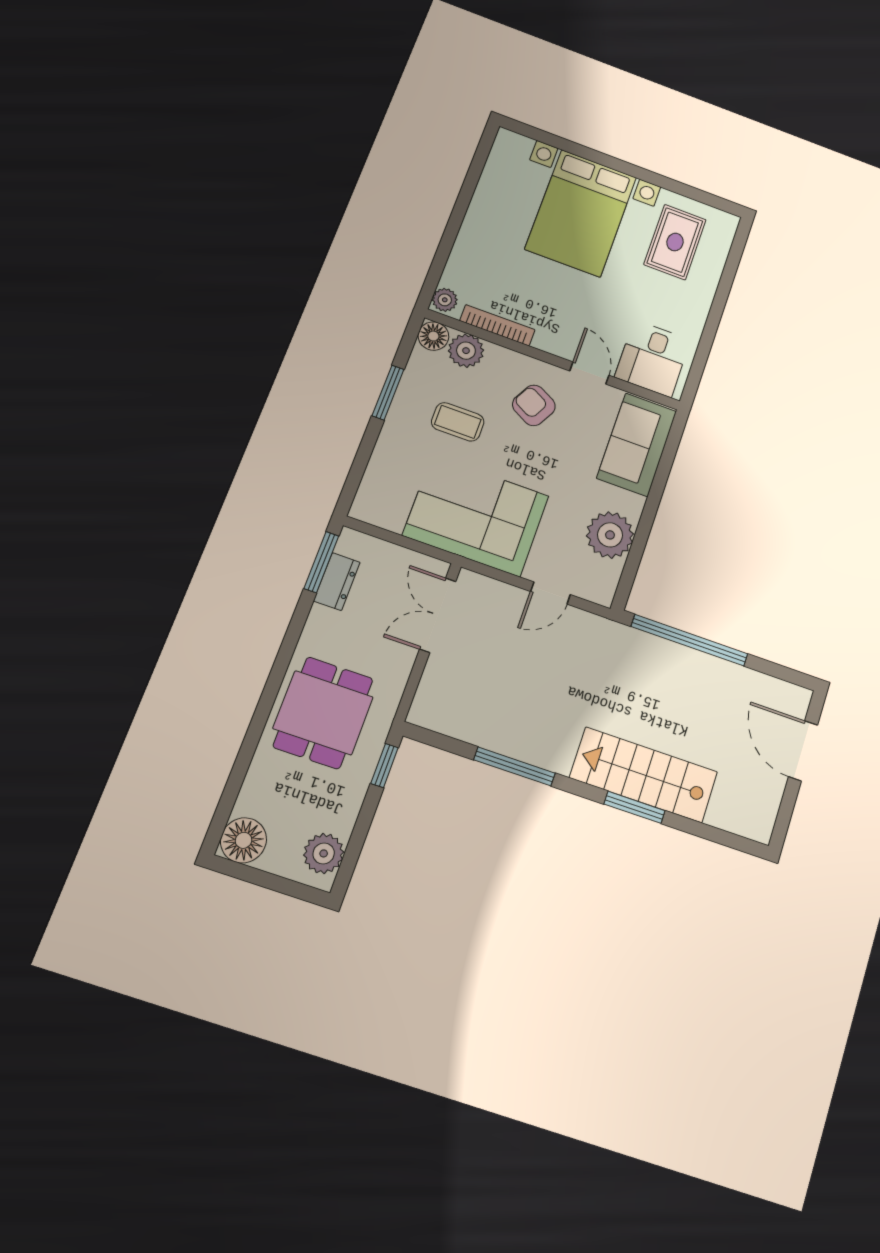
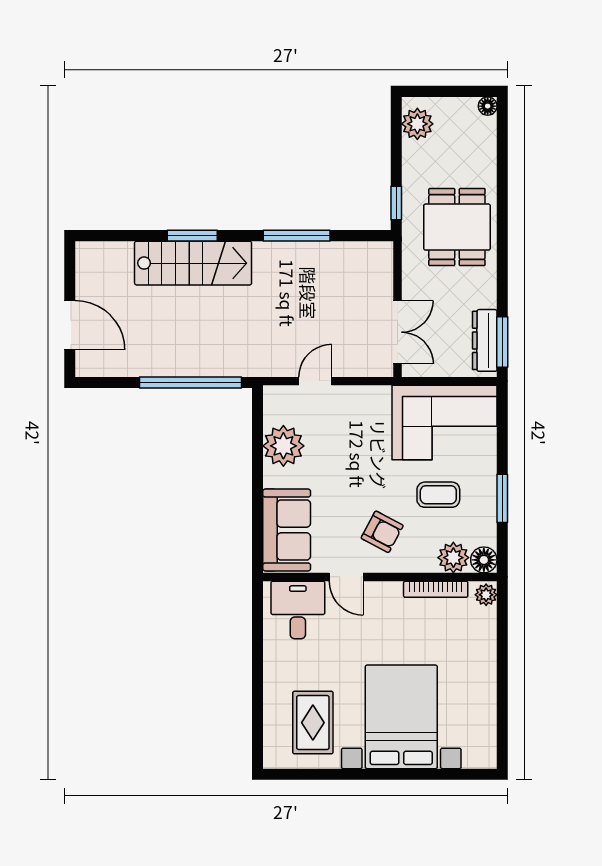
corner sofa: (476, 516) -> (445, 423), moved
dresser: (337, 582) -> (485, 340), width x1.44
floor lamp: (244, 840) -> (488, 106), width x0.53, depth x0.53

